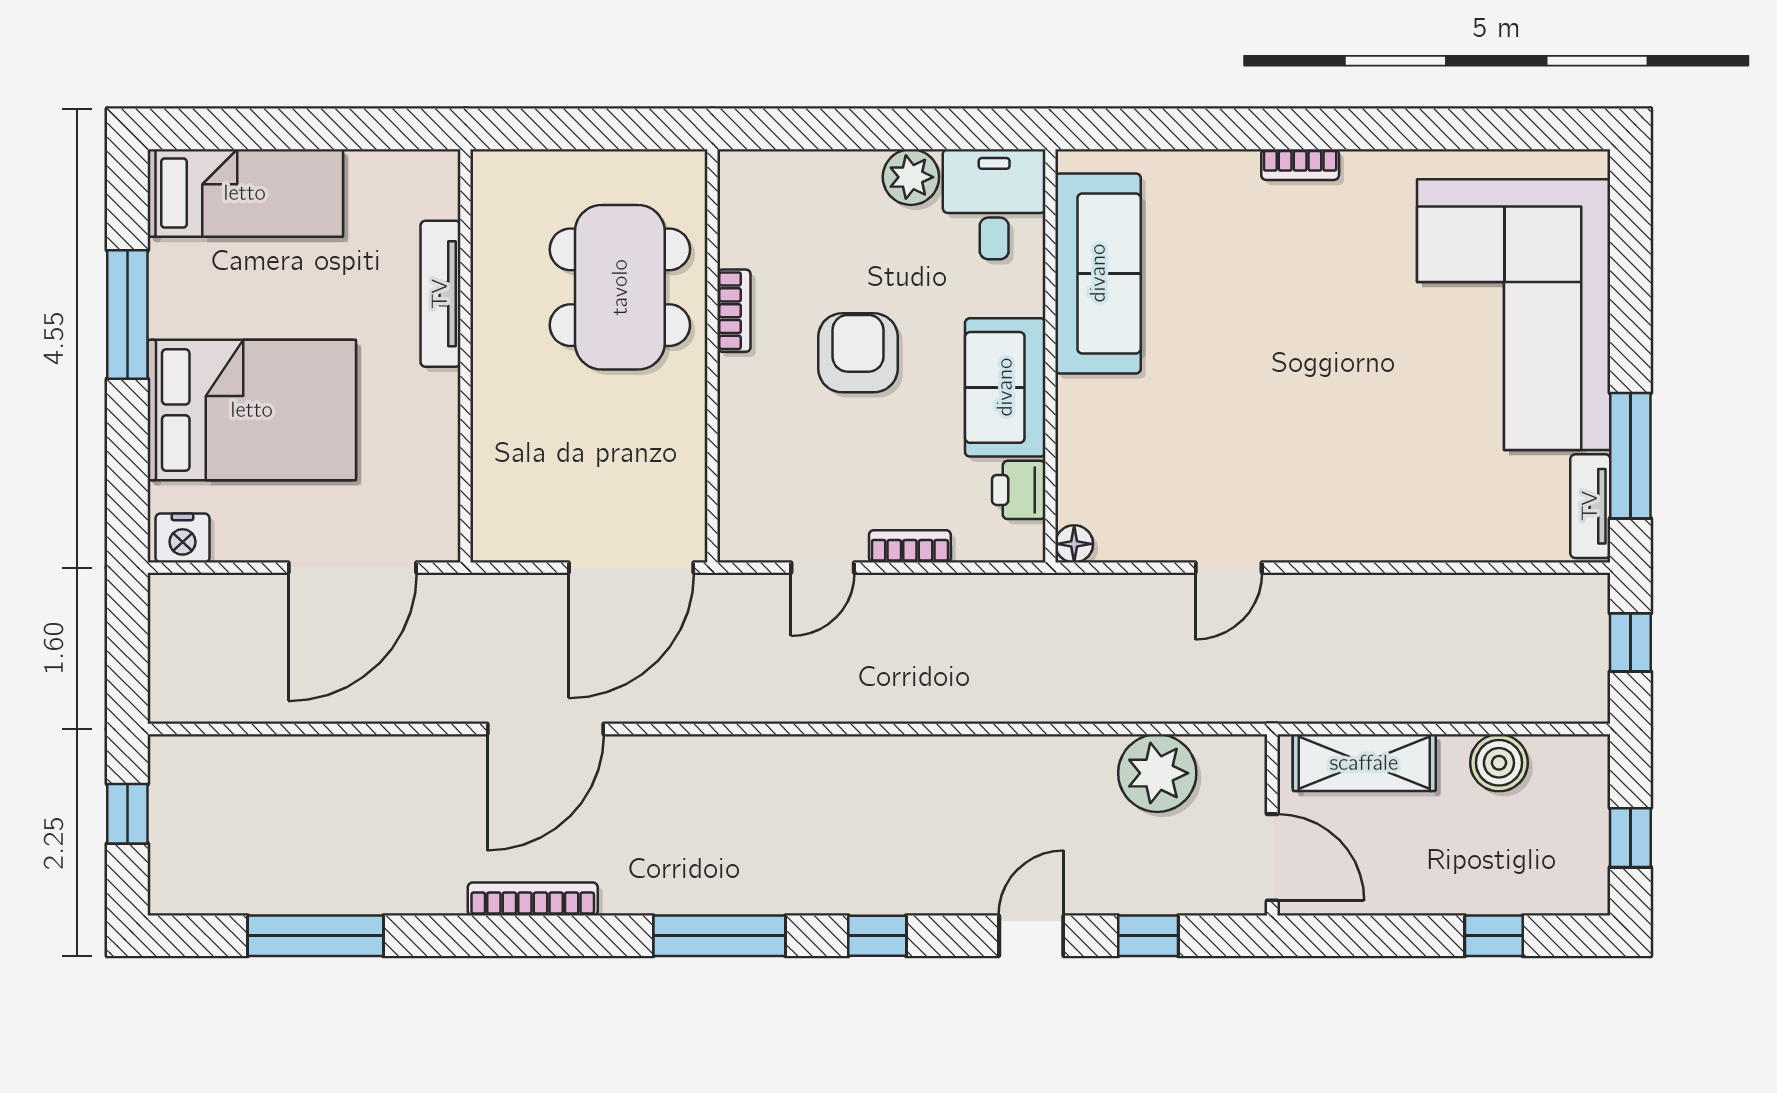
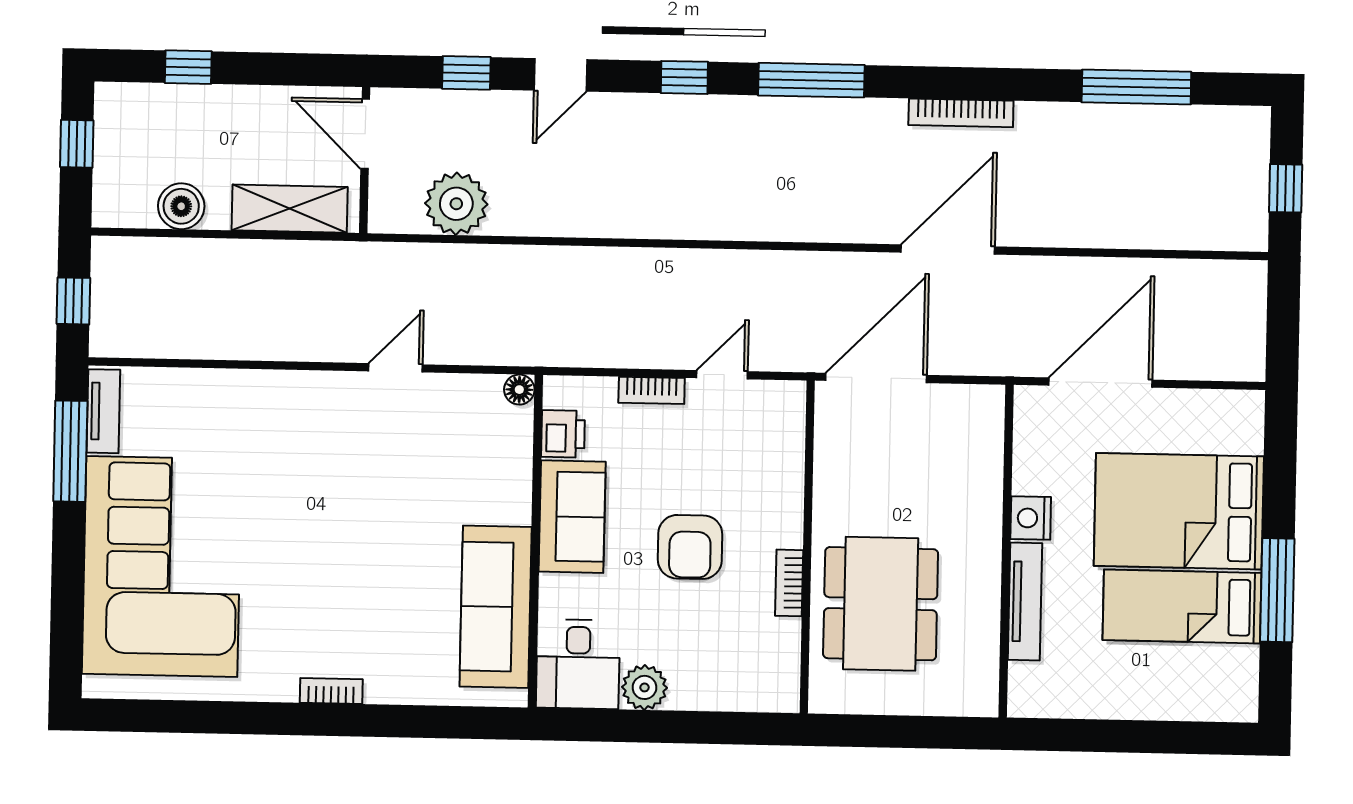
bed: (245, 193) -> (1182, 606), moved
nightstand: (182, 538) -> (1031, 518), moved, turned -90

